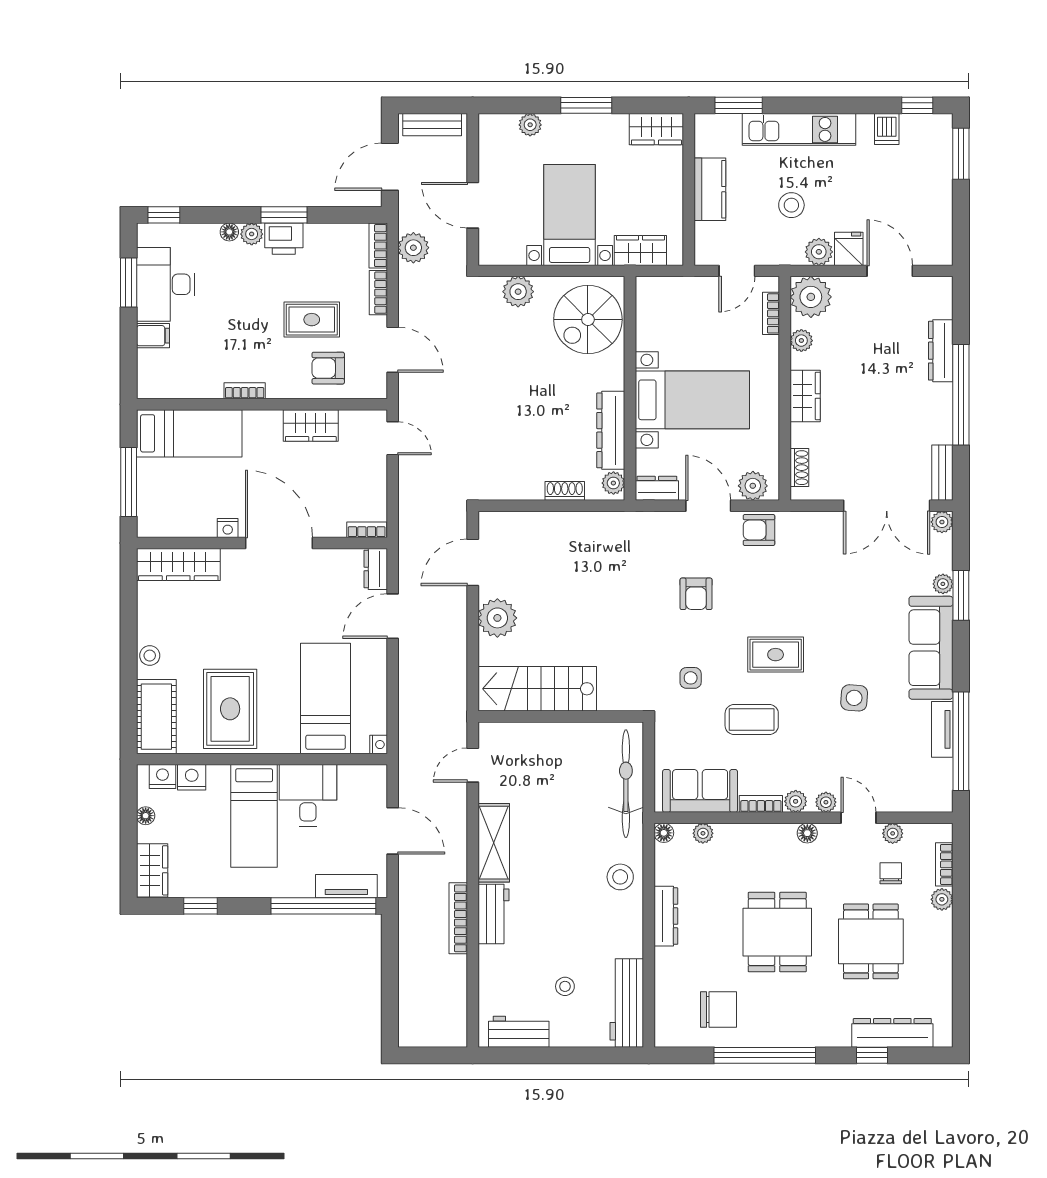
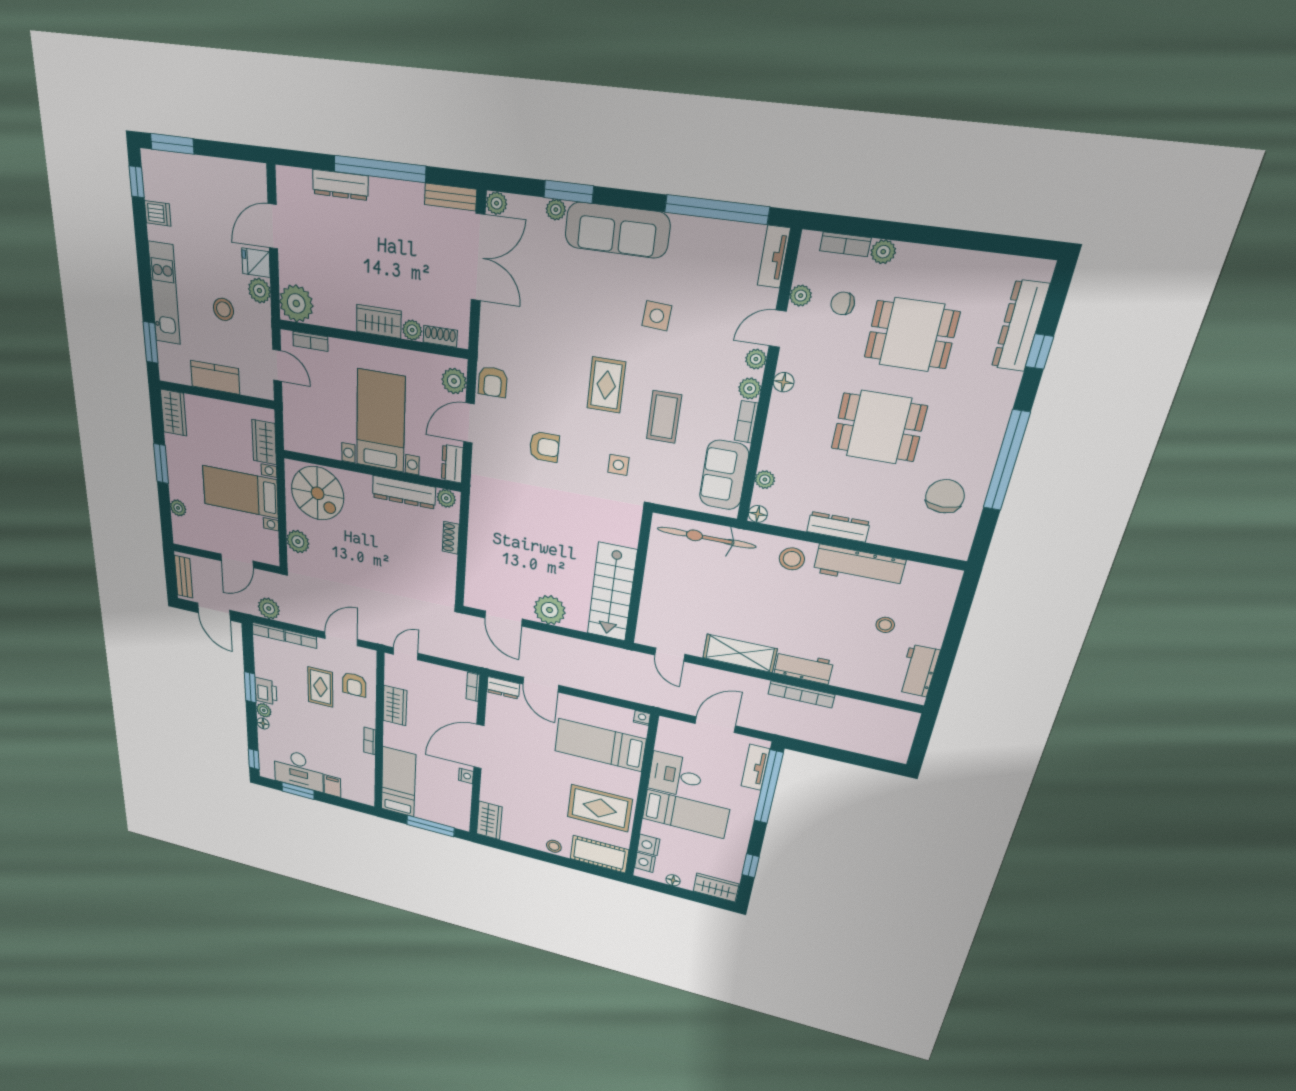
plant: (801, 341) -> (412, 330), moved
wardrobe: (178, 565) -> (489, 820), width x0.67
tv unit: (942, 729) -> (774, 257), moved, turned 90
workbench: (627, 1003) -> (859, 566), moved

